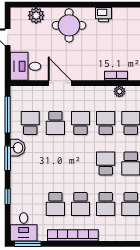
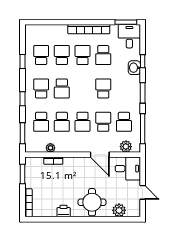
plant: (28, 93) -> (126, 147), added
washbasin: (18, 148) -> (134, 68), moved
school desk: (55, 164) -> (103, 88), added
school desk: (55, 204) -> (103, 55), turned 180

